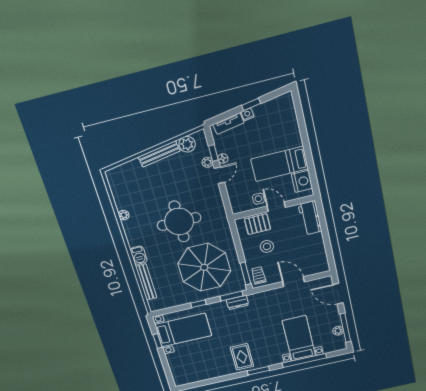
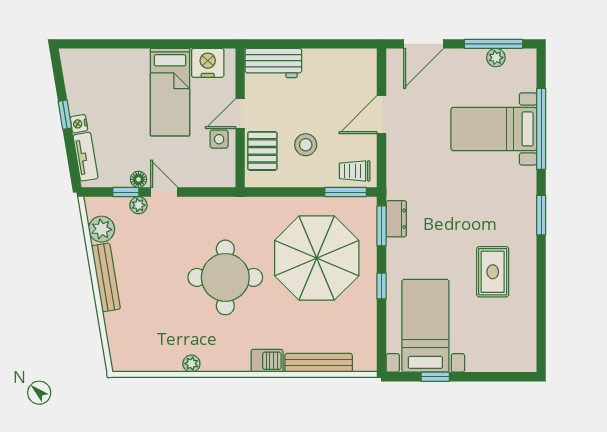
rug: (242, 357) -> (493, 272), moved, turned 90

